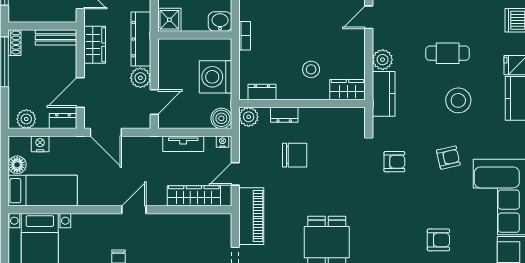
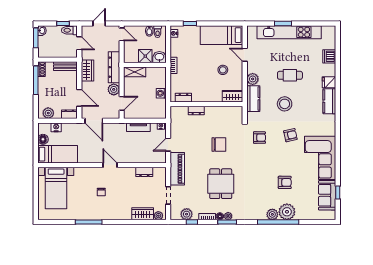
door: (369, 17) -> (245, 55), hinge flipped
shower: (169, 20) -> (145, 56), moved
shelving: (177, 47) -> (135, 72), added
stool: (311, 69) -> (223, 70), moved
washing machine: (216, 77) -> (161, 93), width x0.53, depth x0.53
door: (80, 92) -> (79, 98), swing flipped
stool: (458, 100) -> (285, 104), moved
plant: (249, 117) -> (176, 112), removed
boiler: (221, 118) -> (160, 113), removed
chair: (295, 155) -> (219, 144), moved
wardrobe: (194, 196) -> (144, 157), removed
door: (134, 210) -> (110, 165), hinge flipped
dresser: (194, 222) -> (144, 172), added

